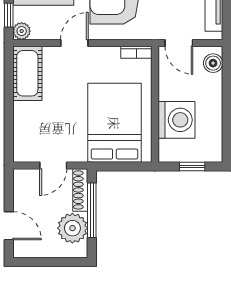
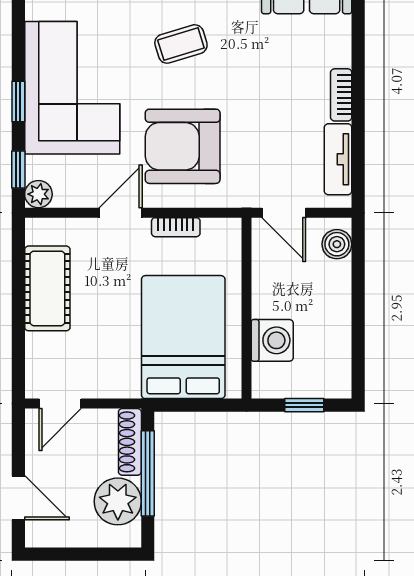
bookcase: (136, 52) -> (176, 227), moved
cot: (27, 73) -> (47, 288), moved
washing machine: (177, 120) -> (272, 340), width x0.73, depth x0.73
door: (53, 165) -> (60, 404), moved

